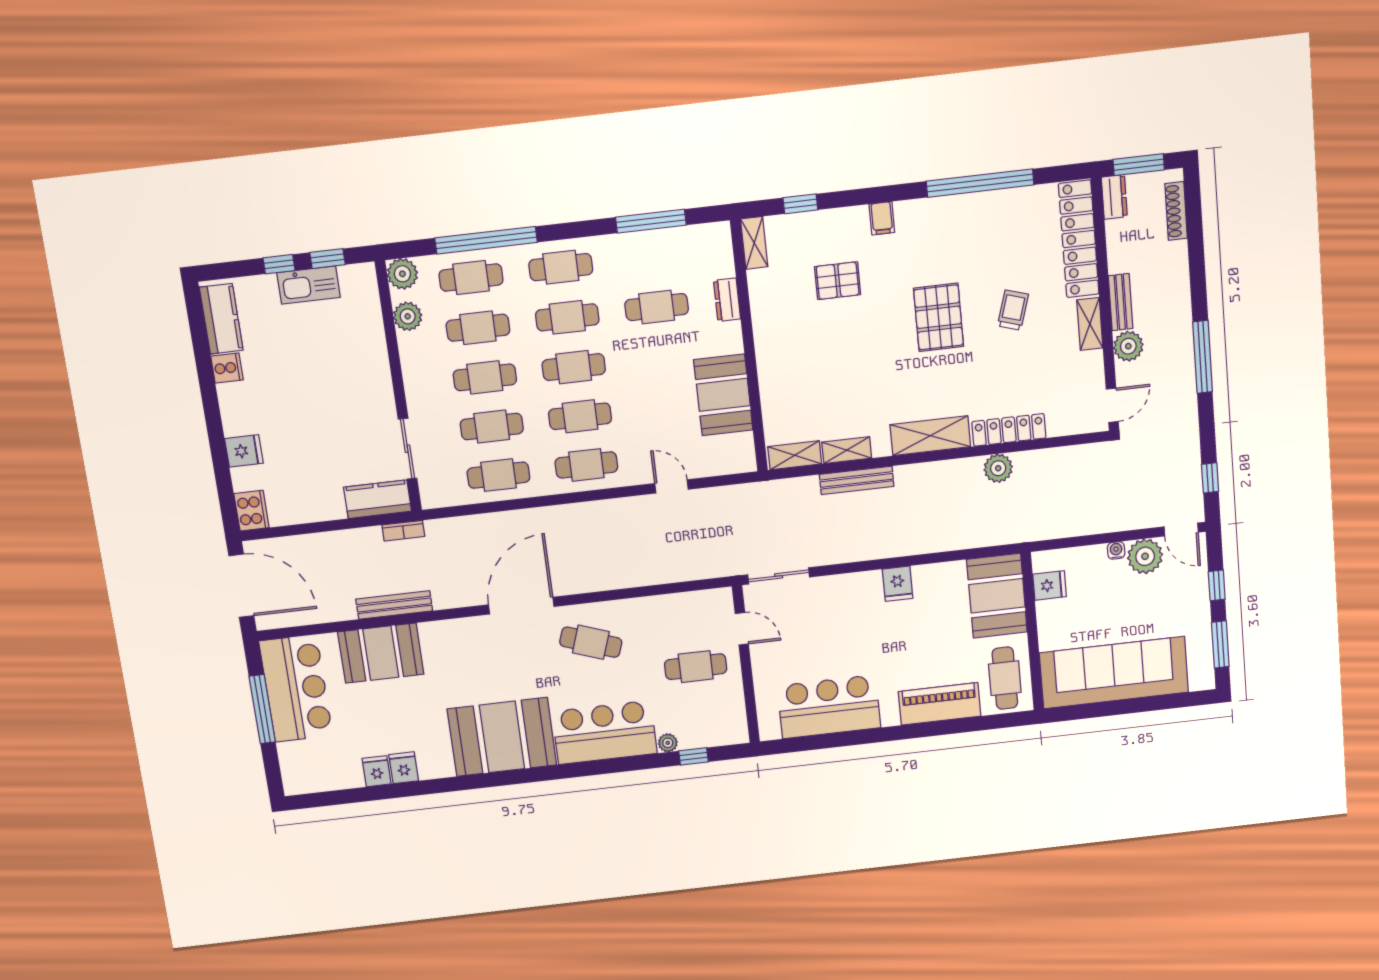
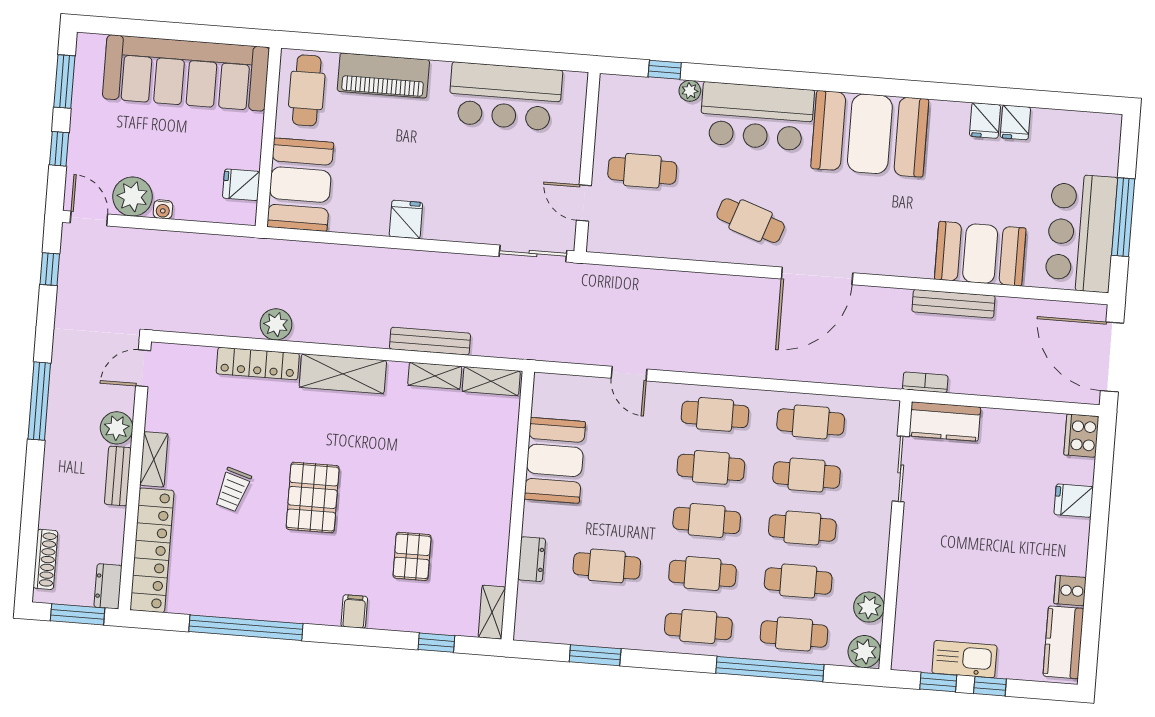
window: (651, 221) -> (595, 655), width x0.69
pallet: (838, 281) -> (412, 556), turned 90

